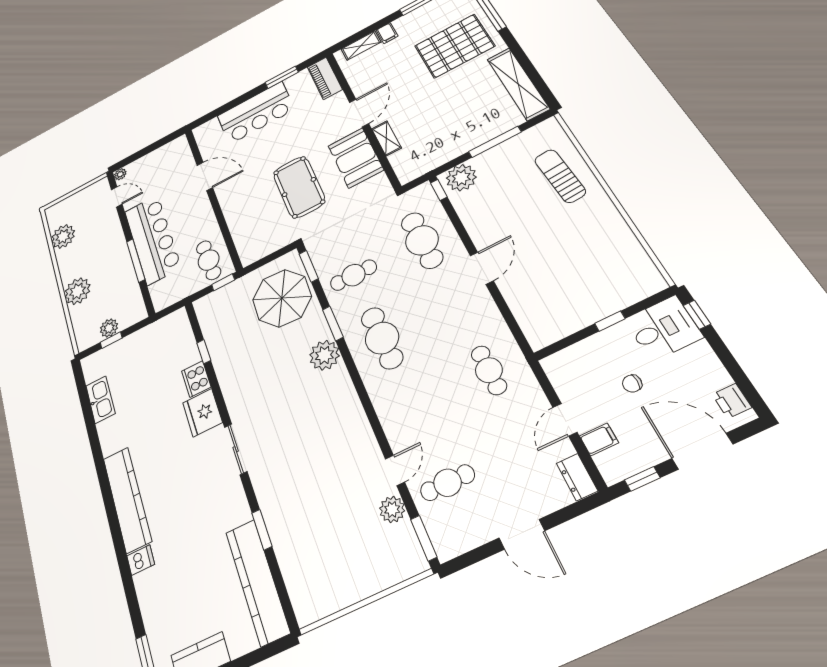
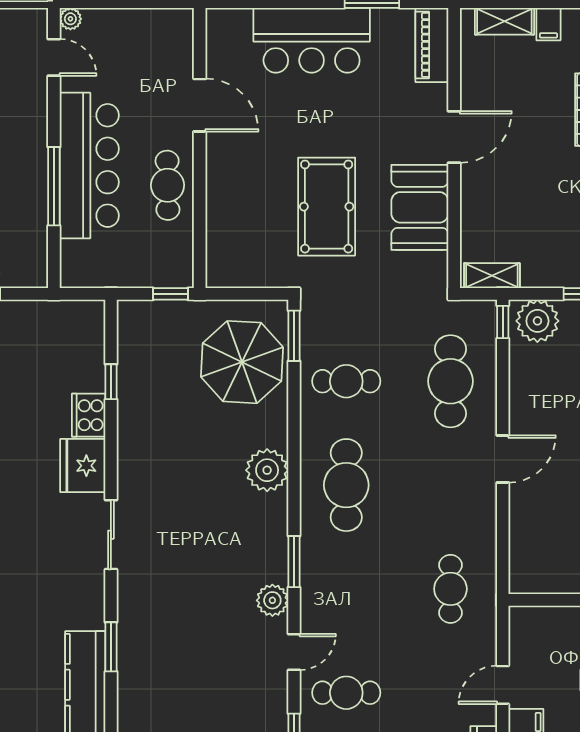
shelving: (386, 138) -> (492, 276), moved, turned 90
cafe table: (209, 260) -> (167, 185), moved
window: (333, 323) -> (294, 562), moved
plant: (392, 509) -> (272, 600), moved

